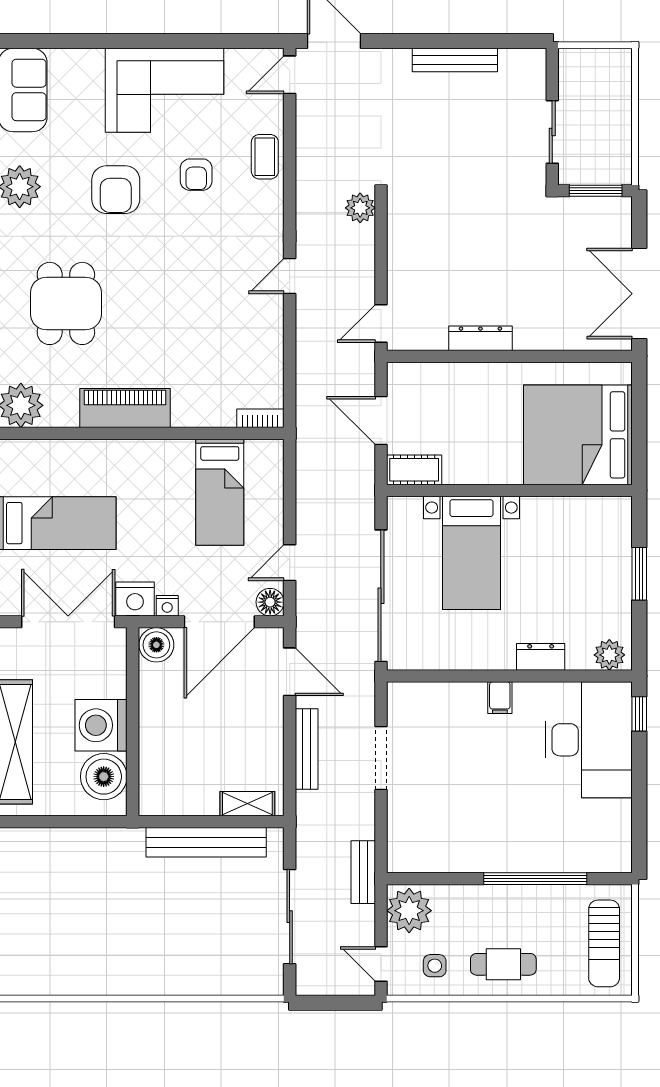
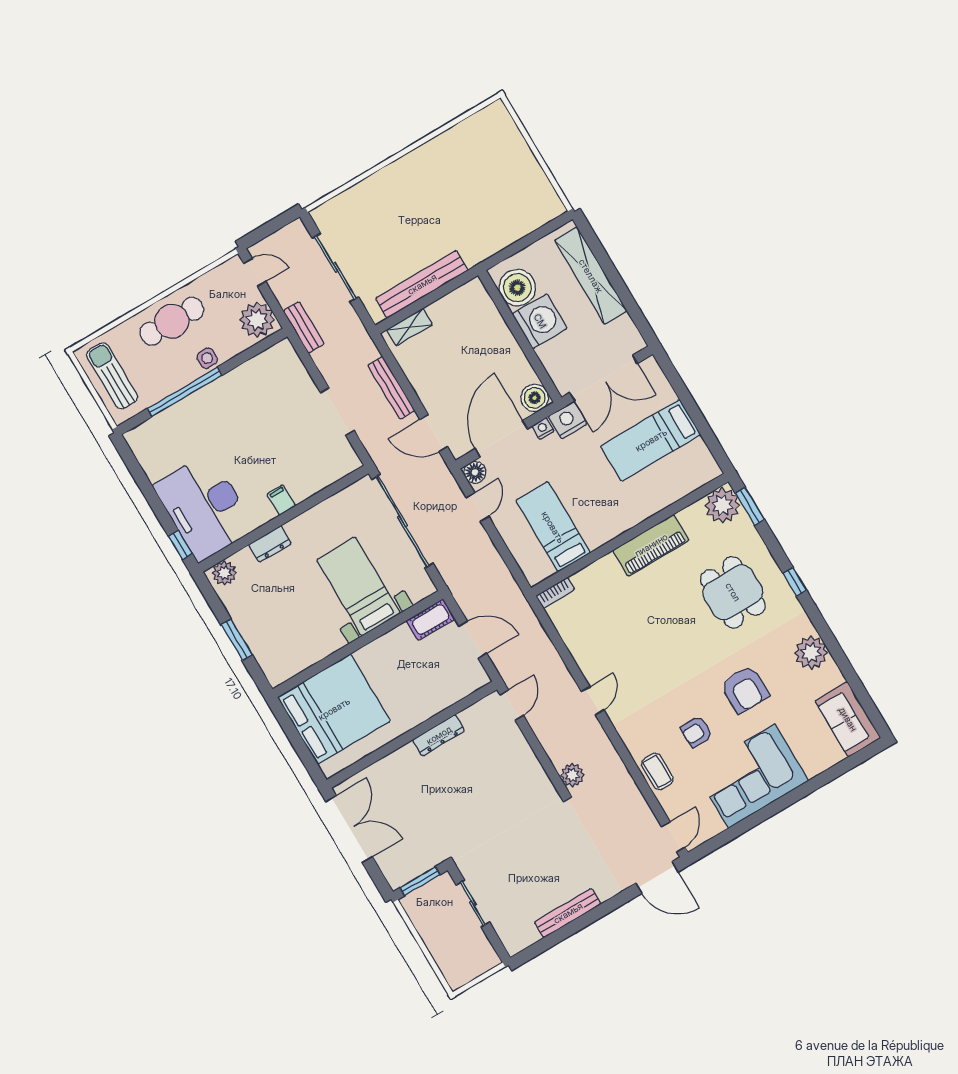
armchair: (196, 175) -> (697, 732), turned -90
armchair: (116, 190) -> (745, 689), turned 180
cafe table: (503, 964) -> (172, 321), width x1.37, depth x1.35
side table: (435, 966) -> (207, 358), moved

